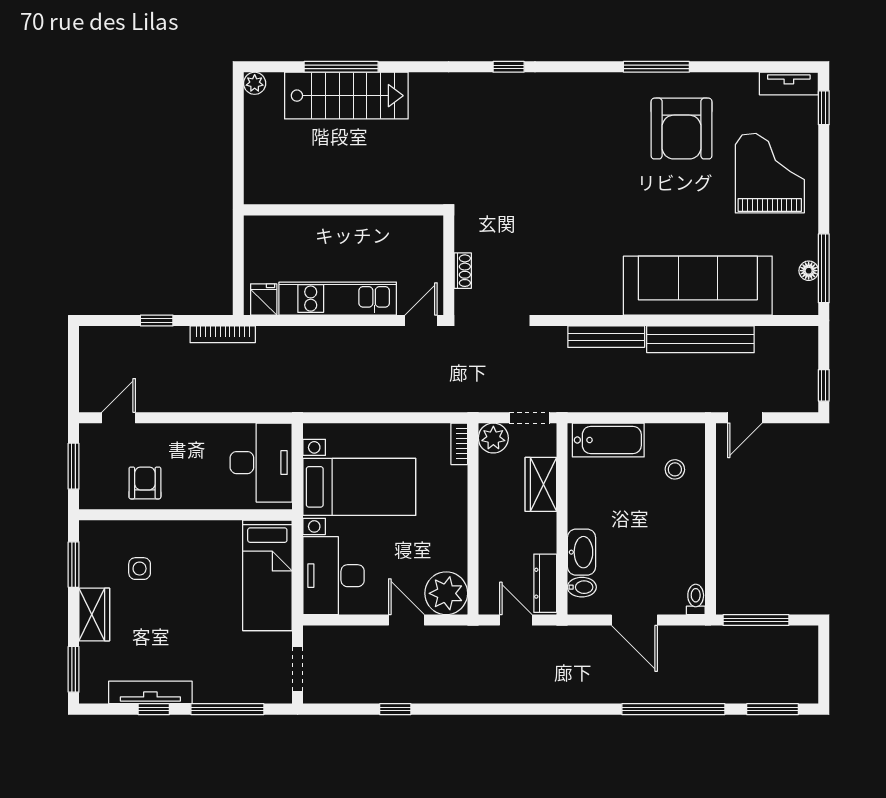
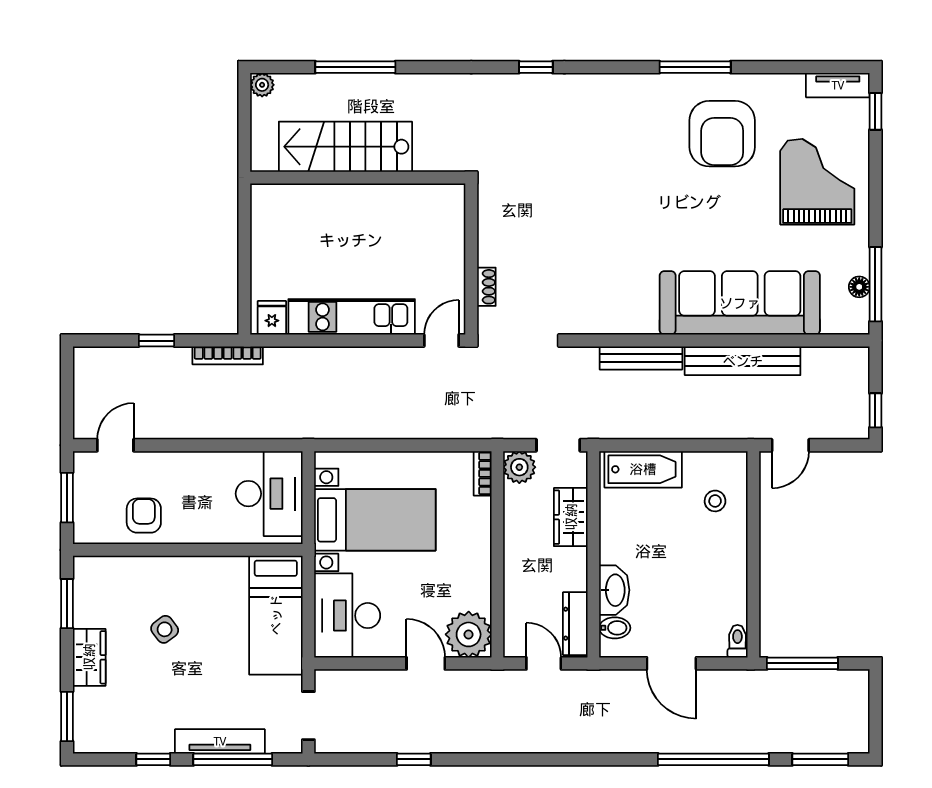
stairs: (346, 96) -> (345, 147), moved, turned 180
wall: (343, 210) -> (358, 178), moved
side table: (140, 569) -> (165, 629), moved, turned -37
tv unit: (150, 692) -> (220, 741), moved

